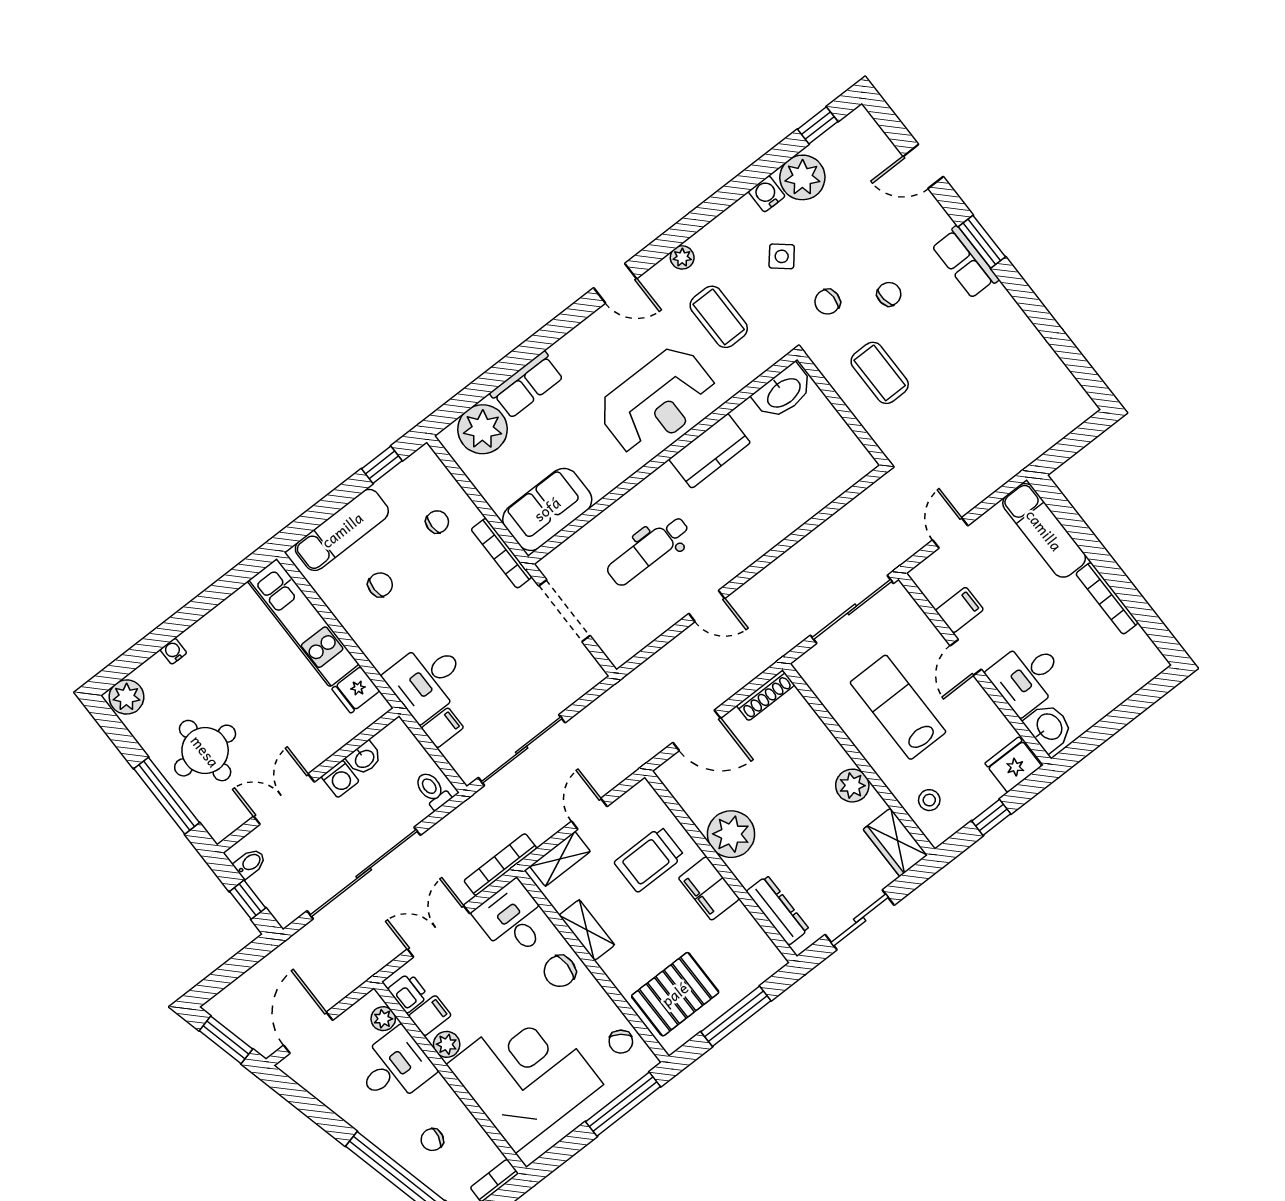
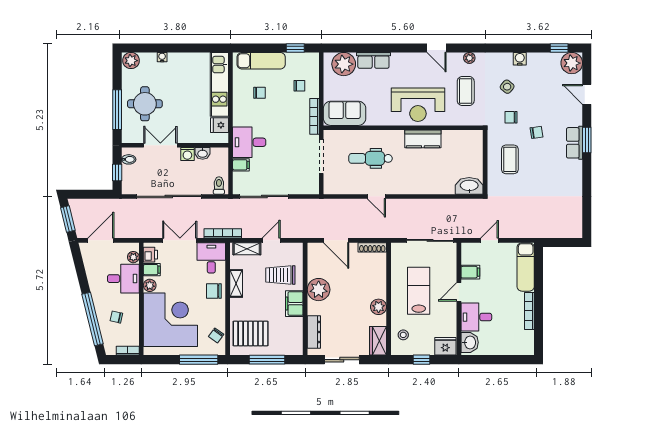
plant: (802, 177) -> (572, 63), moved
washbasin: (783, 392) -> (469, 186), moved, turned 180

